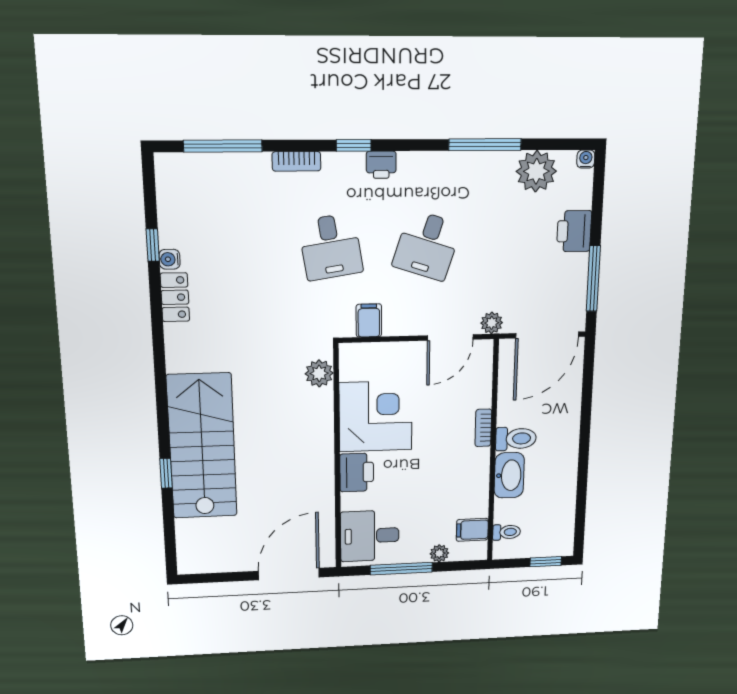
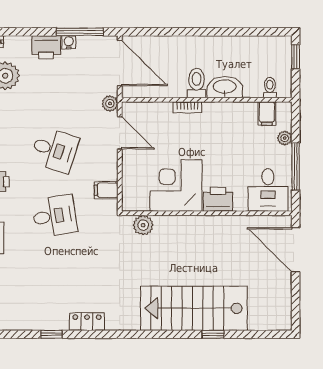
water cooler: (170, 259) -> (69, 42), moved, turned 180

